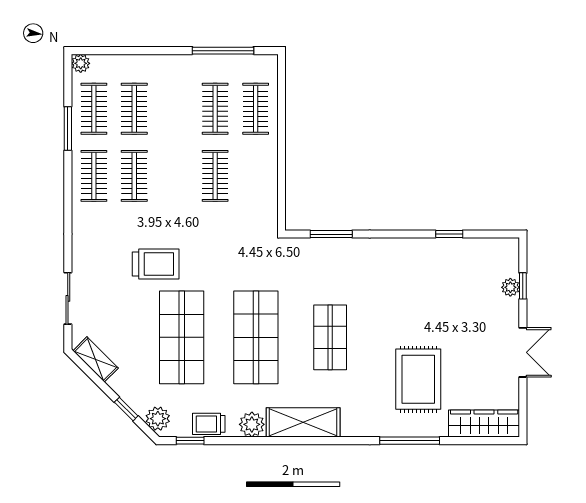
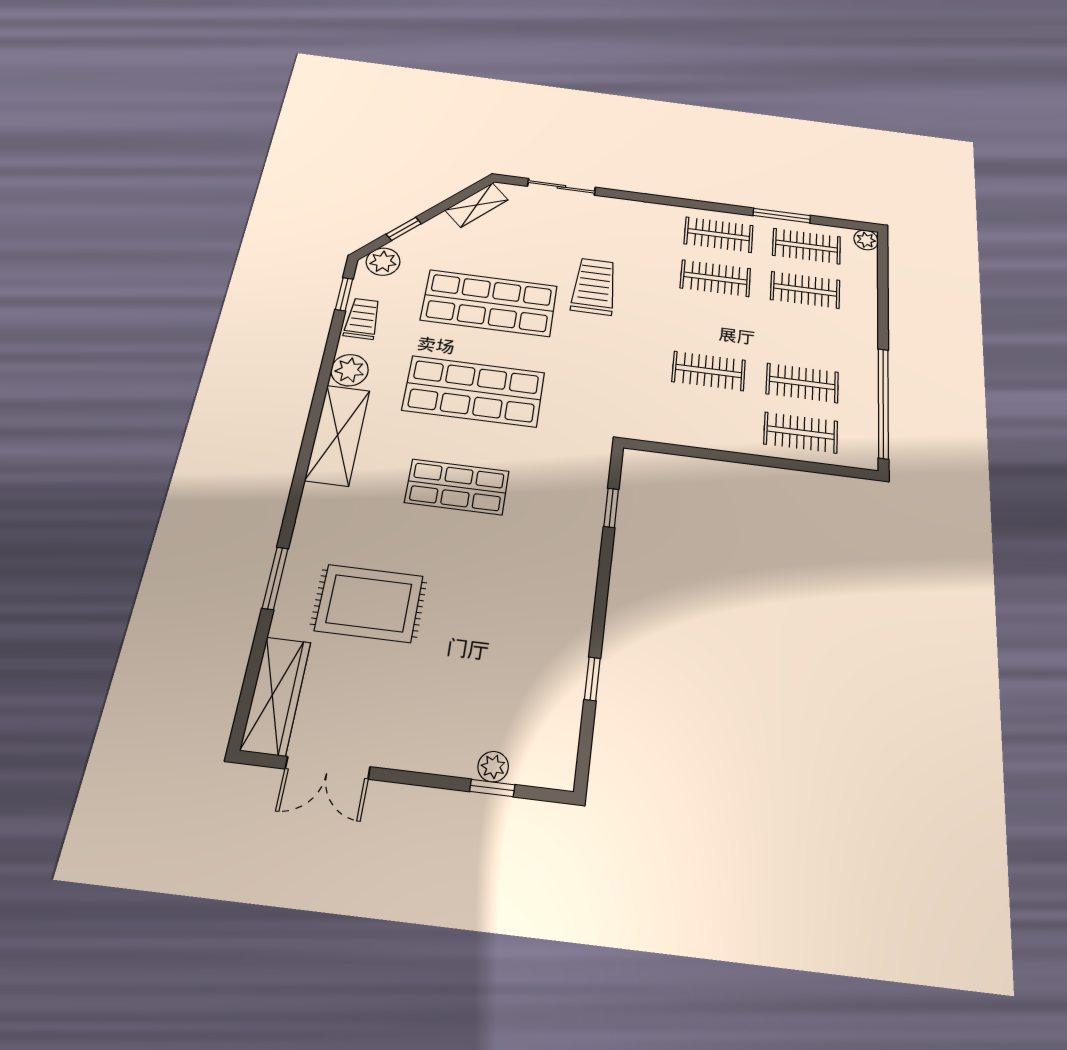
window: (223, 51) -> (883, 403), width x1.46
window: (331, 234) -> (611, 508), width x0.67
trolley: (156, 264) -> (594, 286), turned 180
double door: (523, 352) -> (328, 768), moved
window: (410, 441) -> (275, 578), width x0.69

